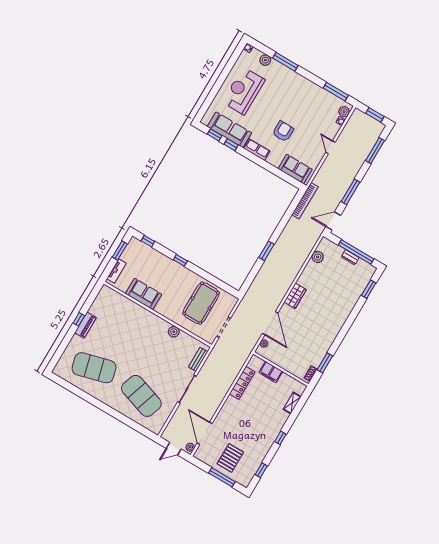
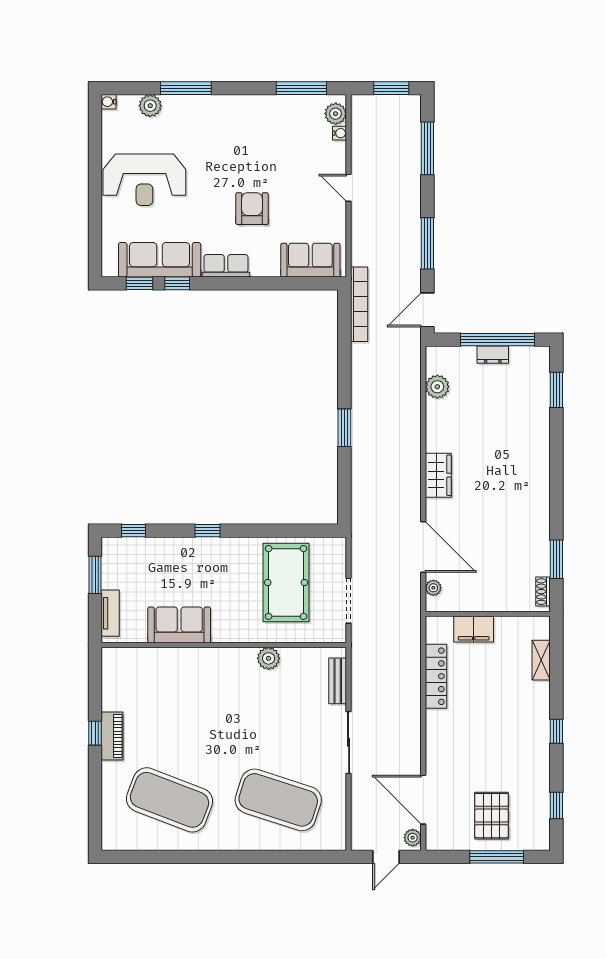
reception desk: (244, 91) -> (144, 180), turned -90
exercise mat: (94, 368) -> (170, 800), turned 36

